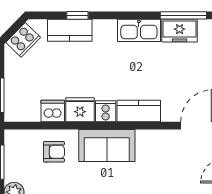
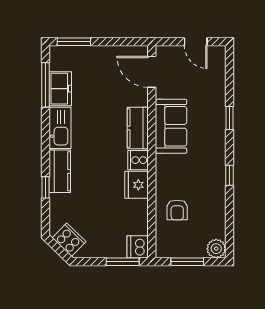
kitchen counter: (70, 30) -> (60, 171), moved
dishwasher: (53, 111) -> (138, 247), moved
sofa: (107, 145) -> (171, 126), moved
armchair: (54, 152) -> (177, 210), turned 180

